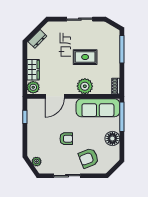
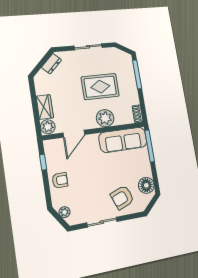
dresser: (37, 39) -> (52, 64), moved
rug: (85, 57) -> (100, 87), width x1.36, depth x1.43
floor lamp: (112, 138) -> (146, 185), moved
armchair: (66, 139) -> (60, 180), moved

